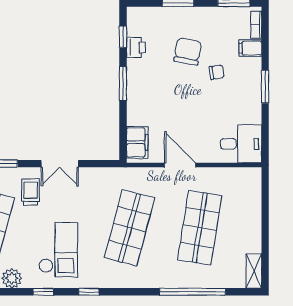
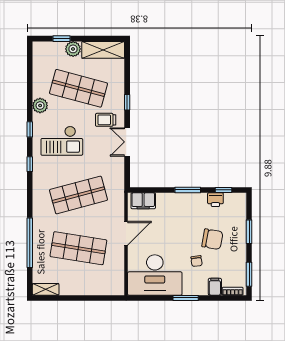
desk: (241, 144) -> (155, 275), width x1.87, depth x1.30
trolley: (31, 192) -> (106, 120), turned 180
shop shelf: (130, 228) -> (78, 195), turned -30

